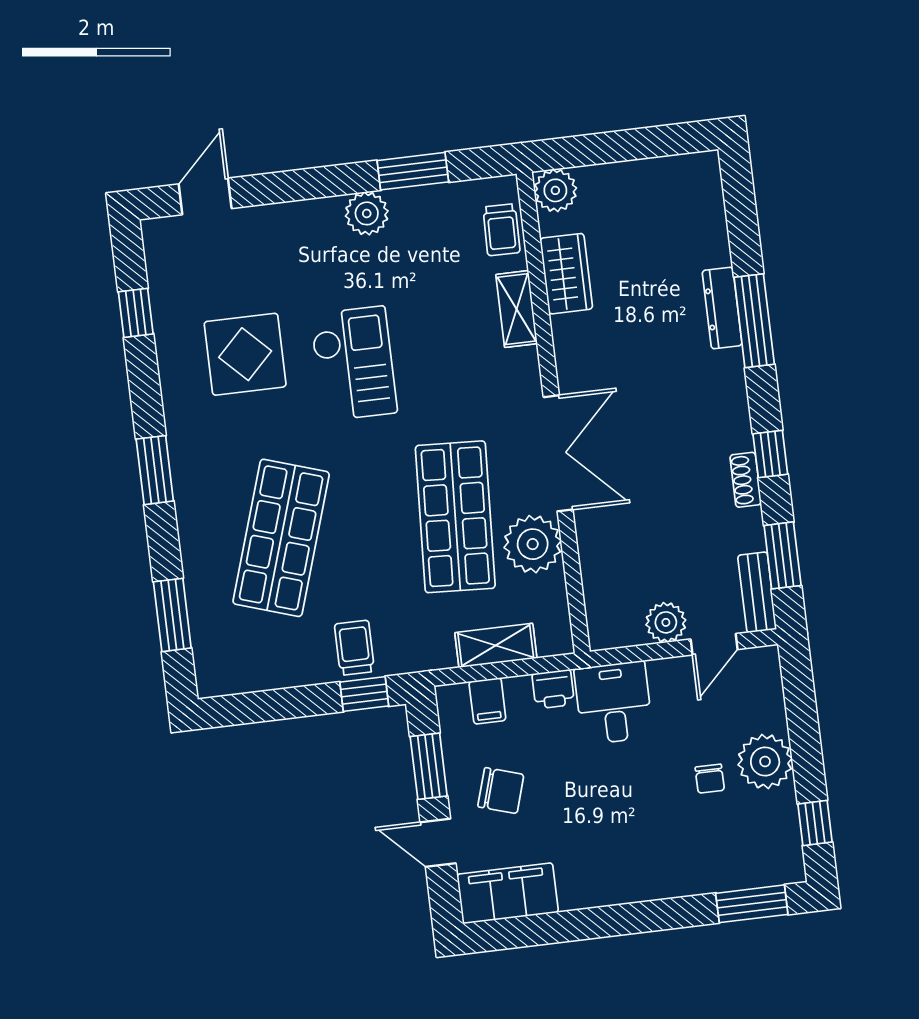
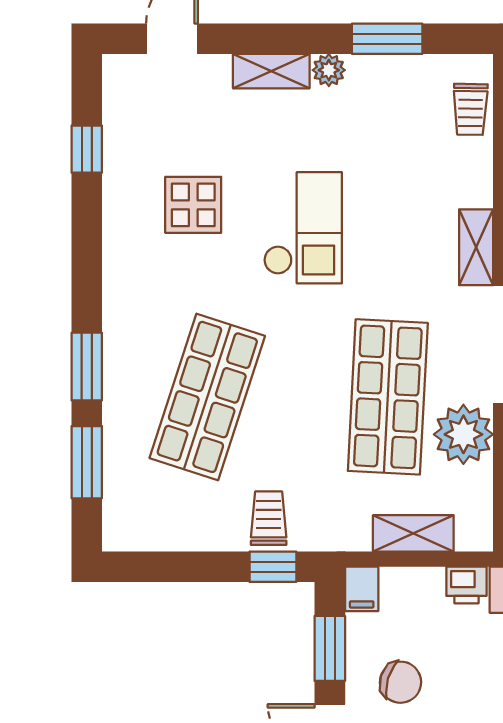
plant: (367, 213) -> (329, 70), width x0.73, depth x0.73
shelving: (305, 216) -> (271, 71), added
shelving: (517, 309) -> (476, 247), moved
display table: (245, 354) -> (193, 205), width x0.73, depth x0.73
window: (155, 470) -> (87, 367), moved
filing cabinet: (487, 701) -> (362, 589), moved

